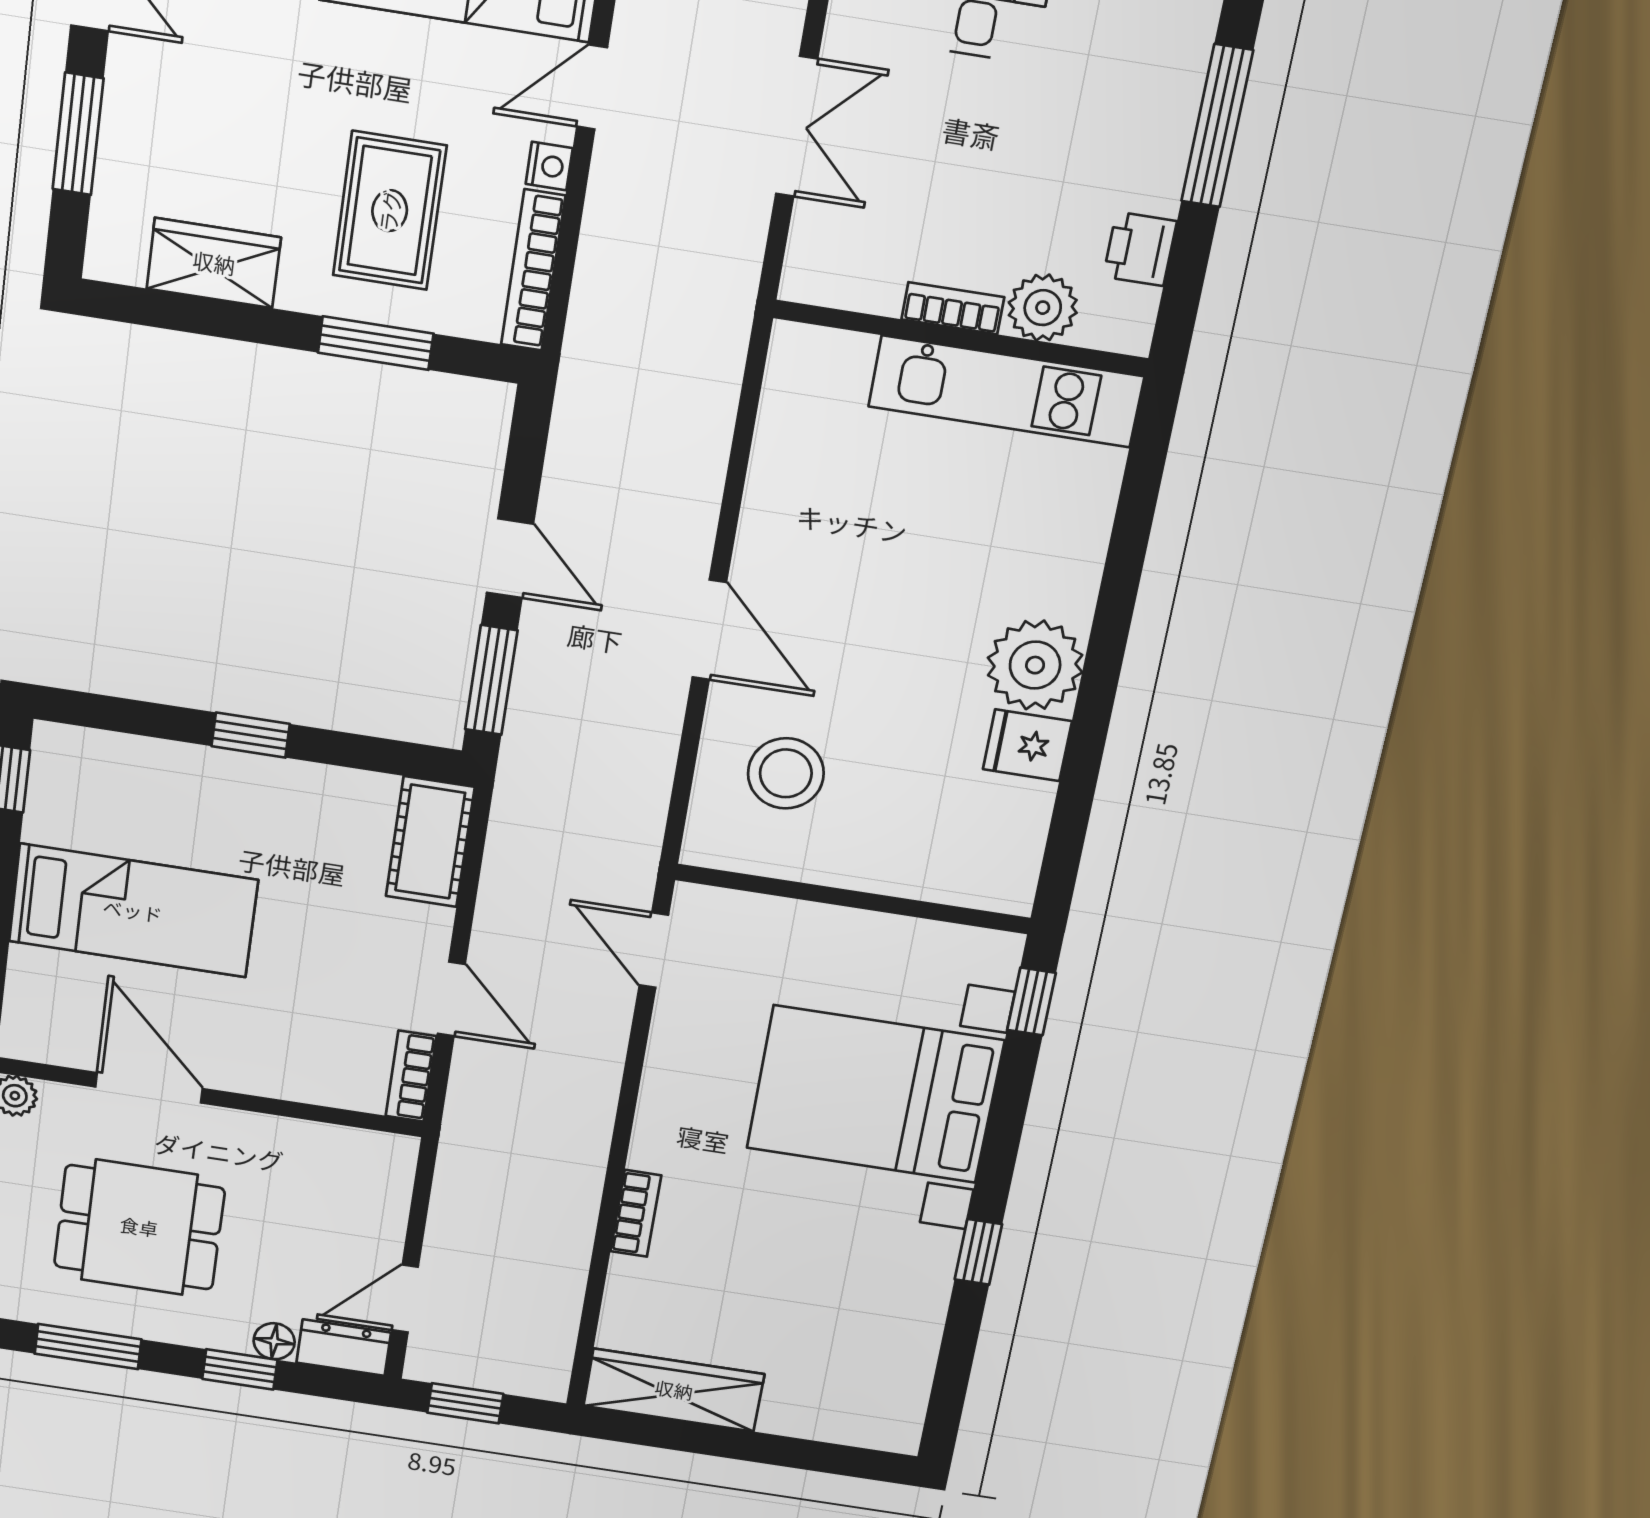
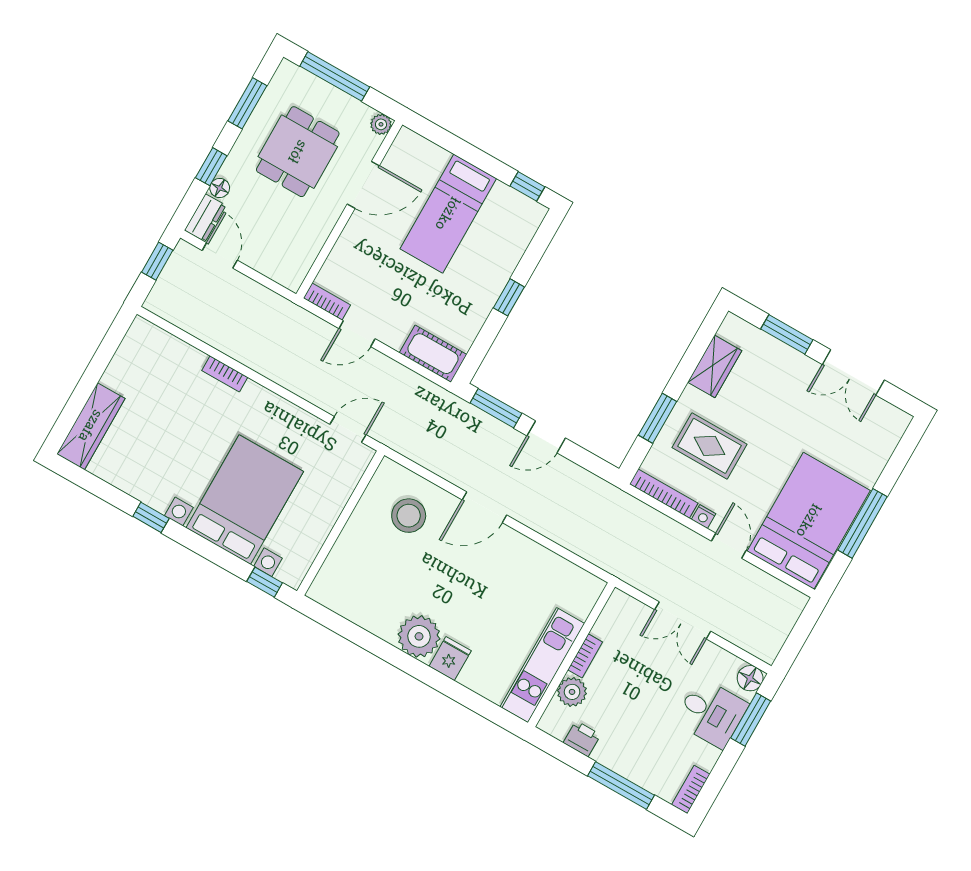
fridge: (1027, 745) -> (450, 659), moved
wardrobe: (674, 1390) -> (91, 426), moved

